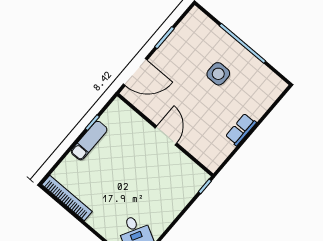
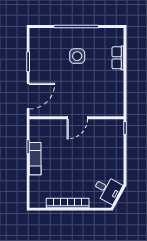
row of seats: (241, 130) -> (118, 58), moved
door: (166, 135) -> (77, 118), swing flipped
bookcase: (67, 198) -> (68, 203), moved

